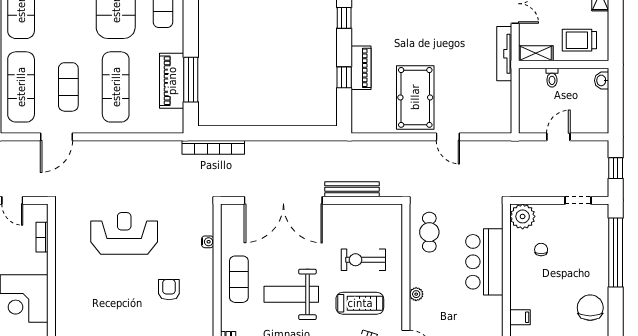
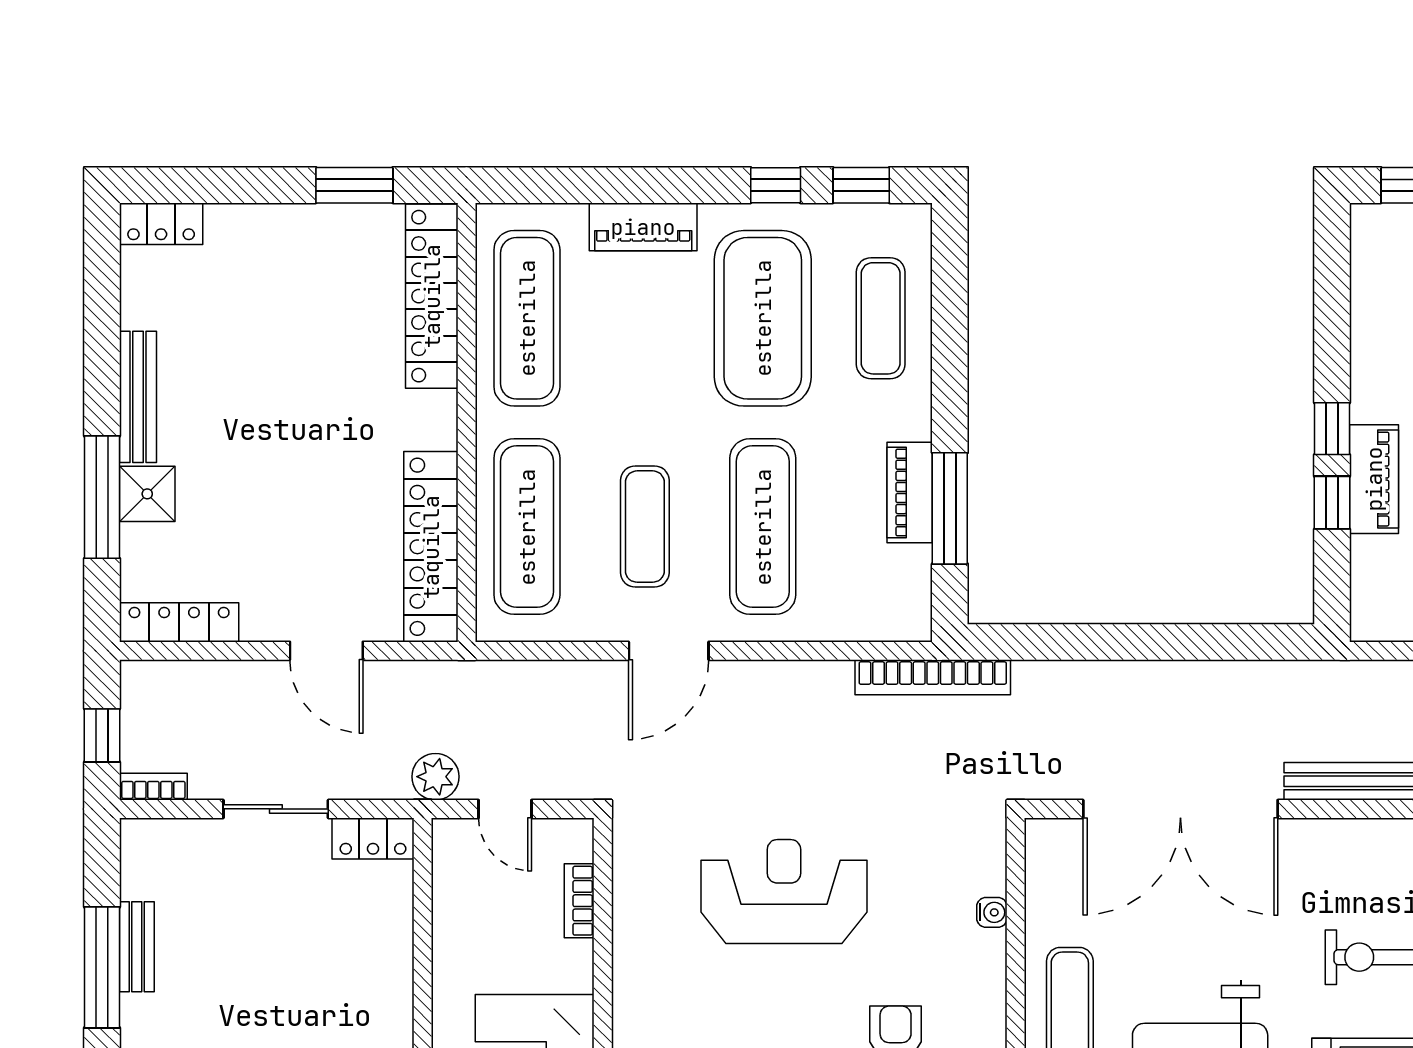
window: (344, 18) -> (1332, 429), moved
piano: (172, 81) -> (910, 492), width x0.73, depth x0.75
door: (56, 137) -> (669, 651), moved
bookcase: (213, 147) -> (933, 677), moved

